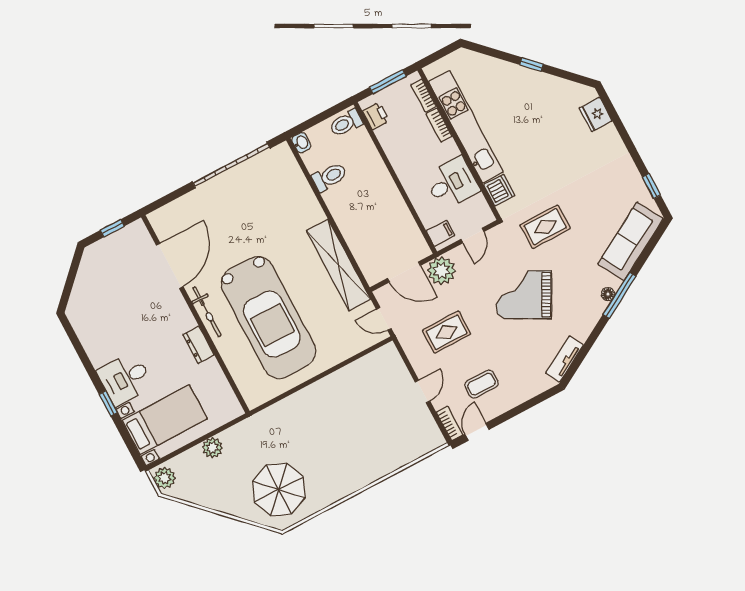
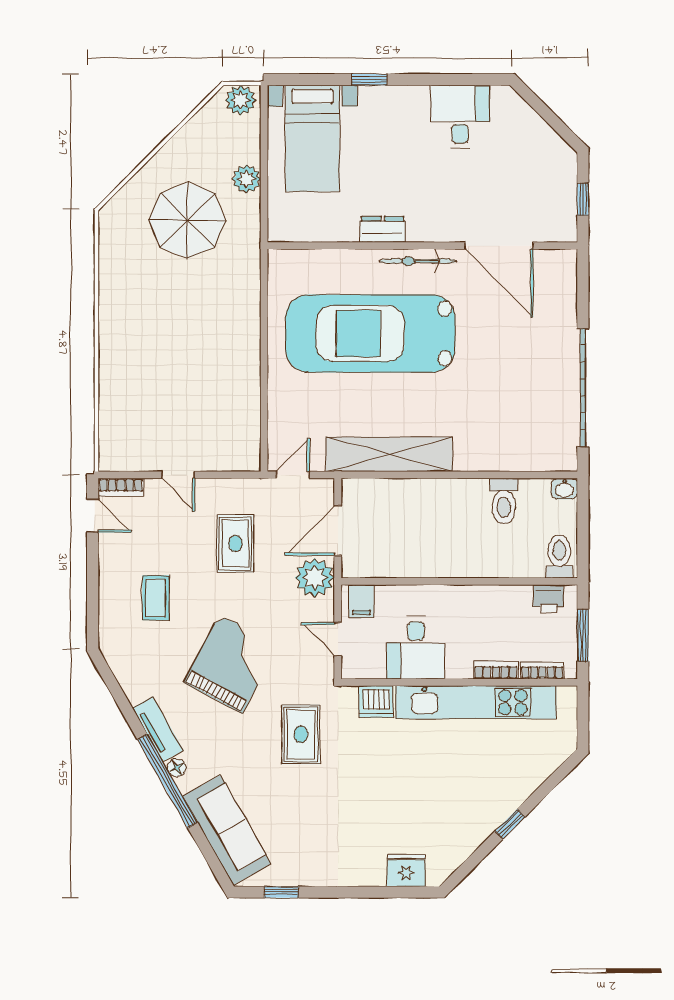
window: (619, 295) -> (167, 781), width x1.46
tv unit: (565, 359) -> (158, 729), moved
desk: (125, 379) -> (460, 117), moved
coffee table: (482, 384) -> (156, 598), moved
parasol: (279, 490) -> (187, 220), moved

